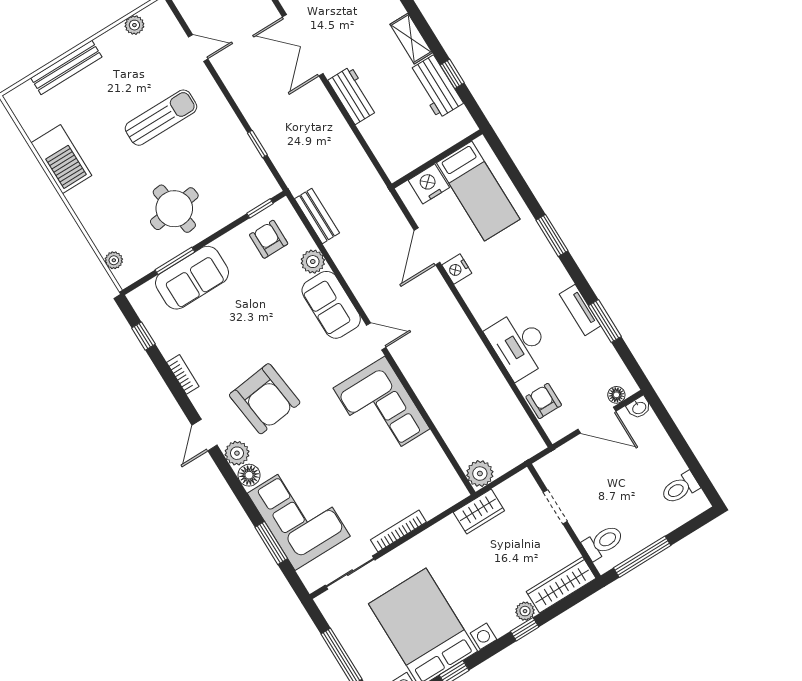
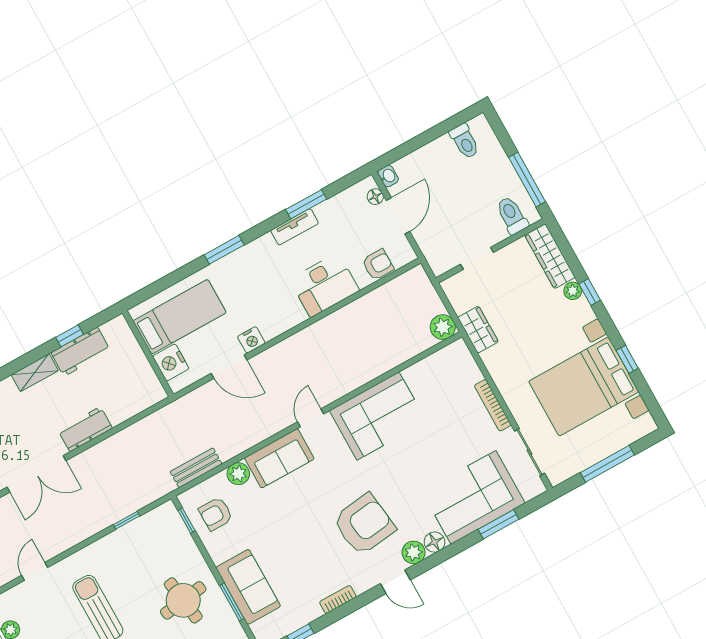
armchair: (544, 401) -> (378, 265), turned 180

